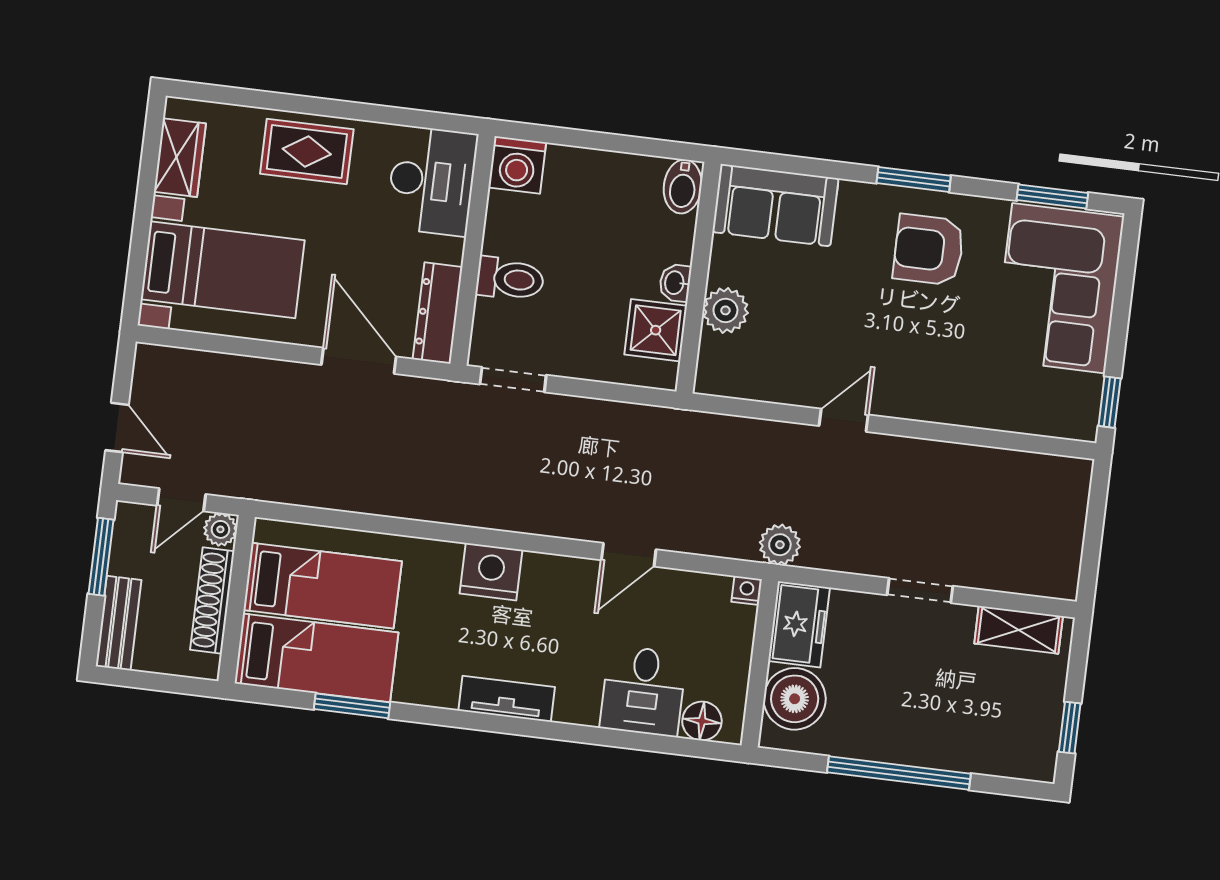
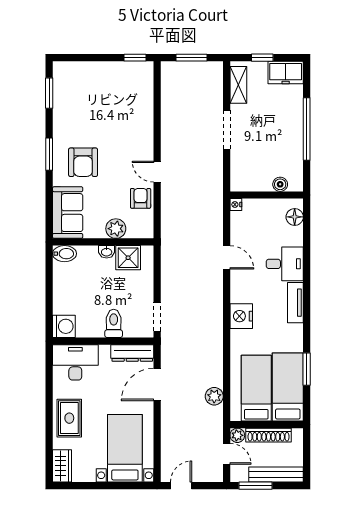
wardrobe: (180, 158) -> (62, 466), moved, turned 90
armchair: (929, 250) -> (83, 162), moved
corner sofa: (1059, 288) -> (88, 86), removed
armchair: (787, 375) -> (141, 198), added
door: (117, 427) -> (181, 486), moved
window: (1094, 531) -> (192, 58), added
plant: (780, 545) -> (214, 396), moved
doorway: (920, 591) -> (227, 130), width x1.38
bench: (119, 623) -> (276, 474), width x1.36
freezer: (799, 624) -> (286, 72), moved, turned 180
desk: (643, 691) -> (285, 264), moved
boiler: (795, 699) -> (280, 184), width x0.54, depth x0.54
window: (1070, 728) -> (262, 58), moved

